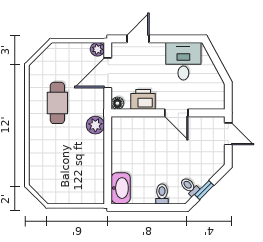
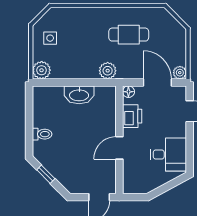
side table: (61, 186) -> (50, 38), added
toilet: (189, 187) -> (49, 160), removed
washbasin: (121, 188) -> (79, 95), moved
plant: (95, 195) -> (42, 70), added

